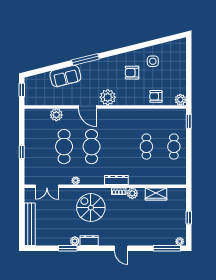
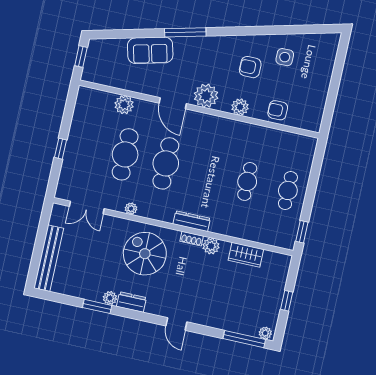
plant: (180, 100) -> (240, 107), moved
window: (189, 121) -> (302, 232), moved

